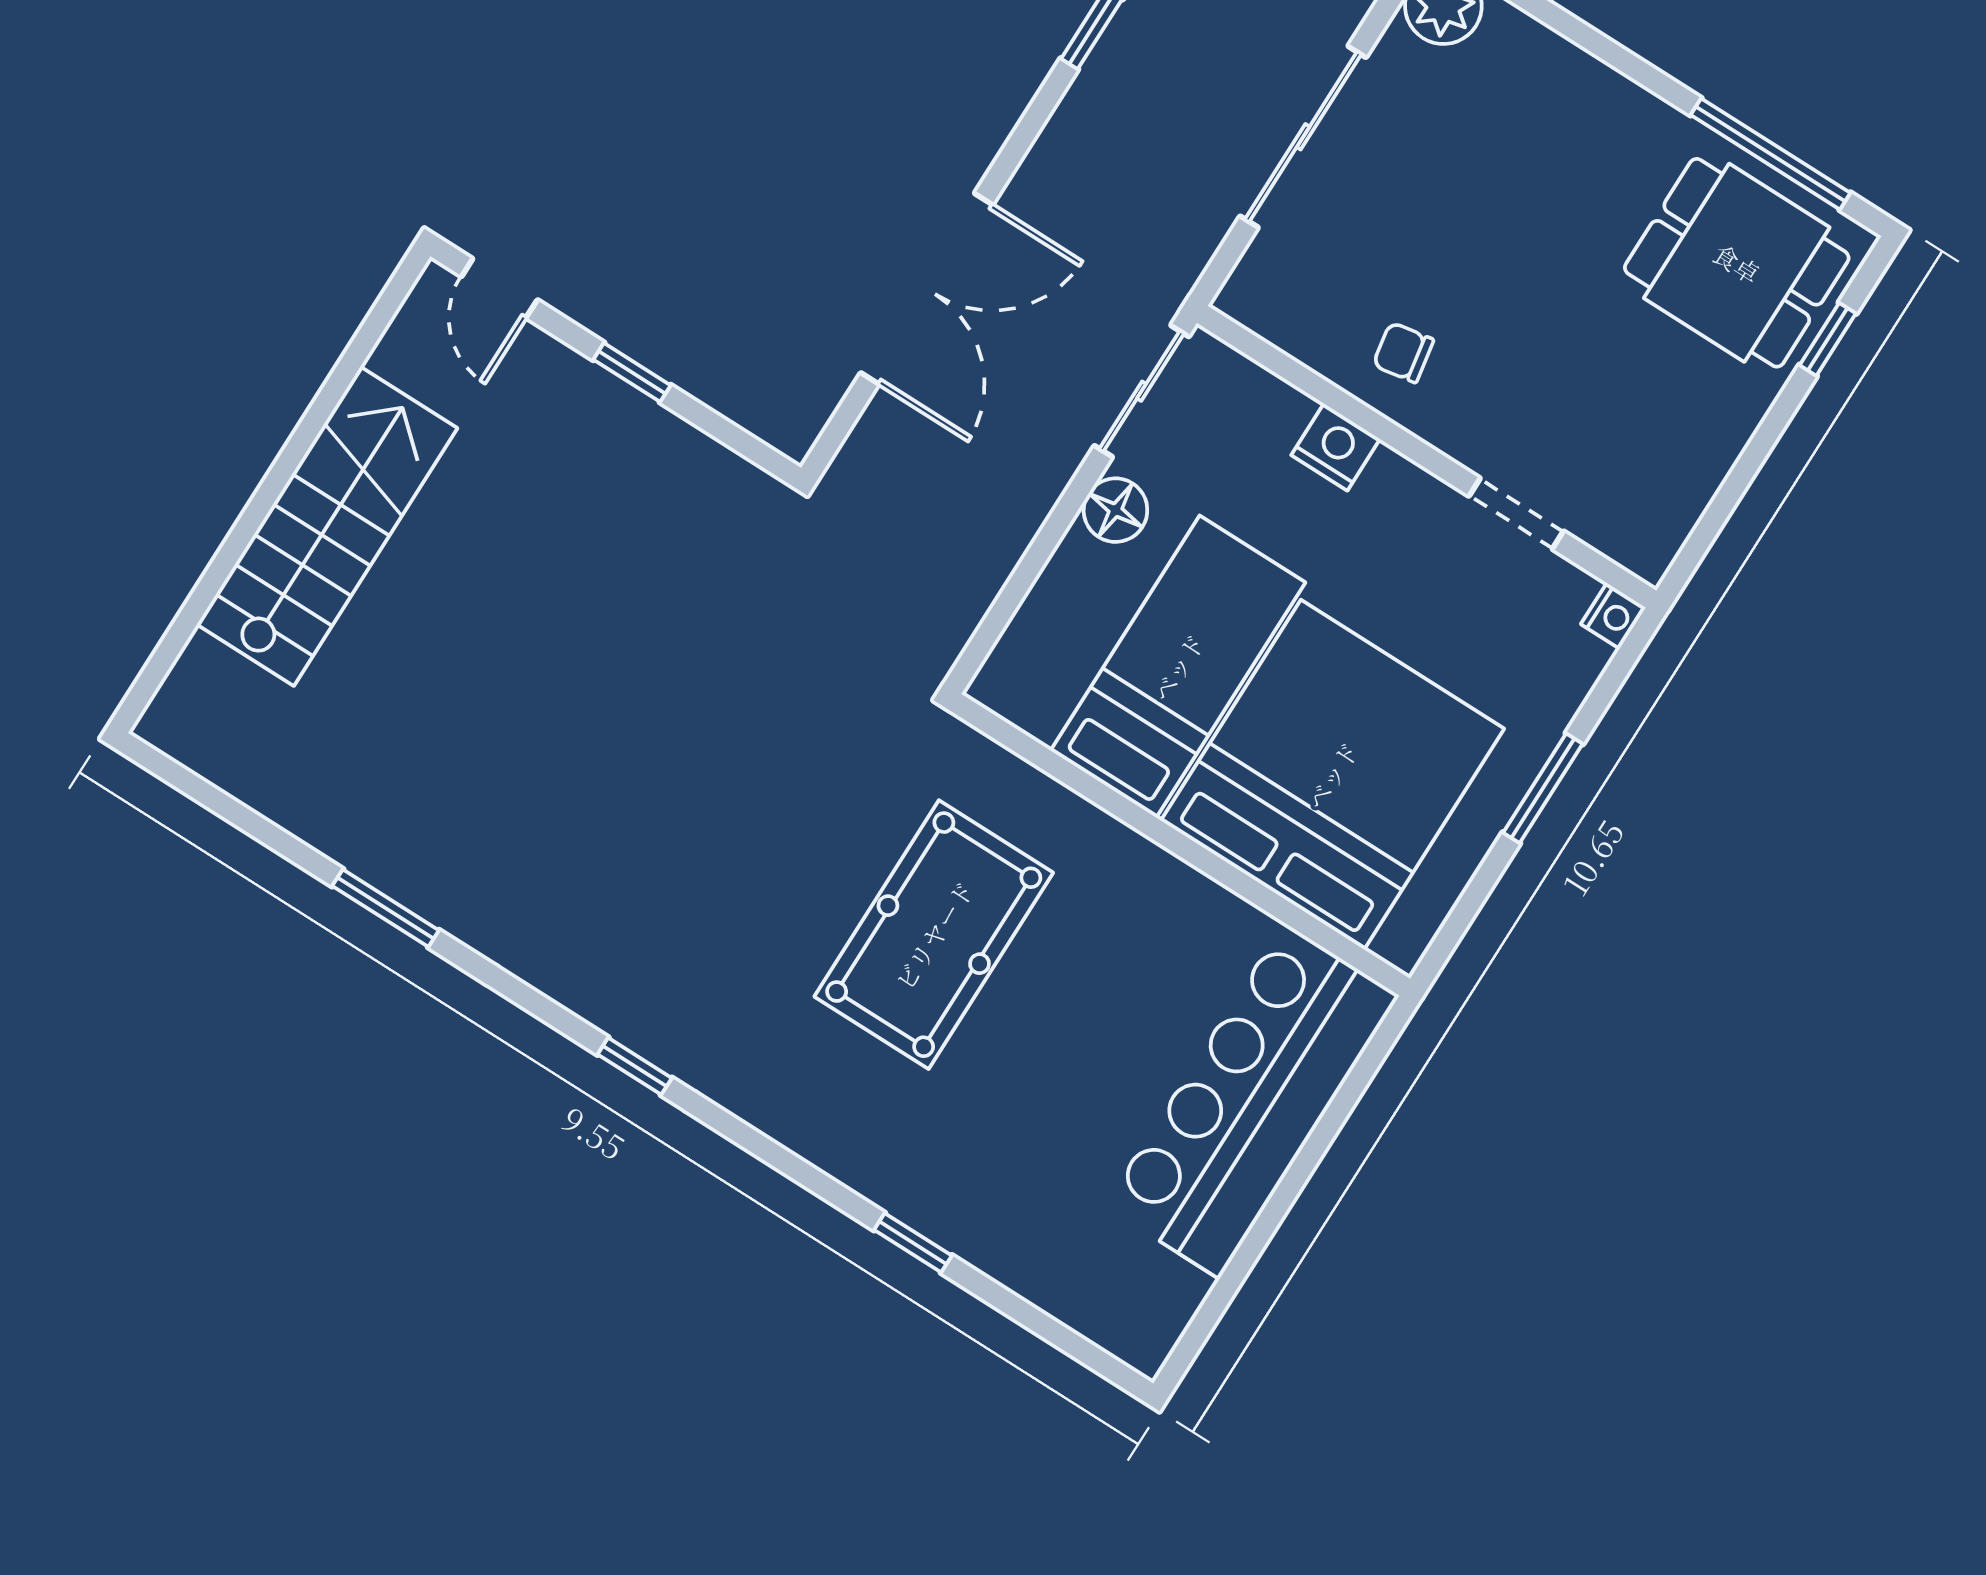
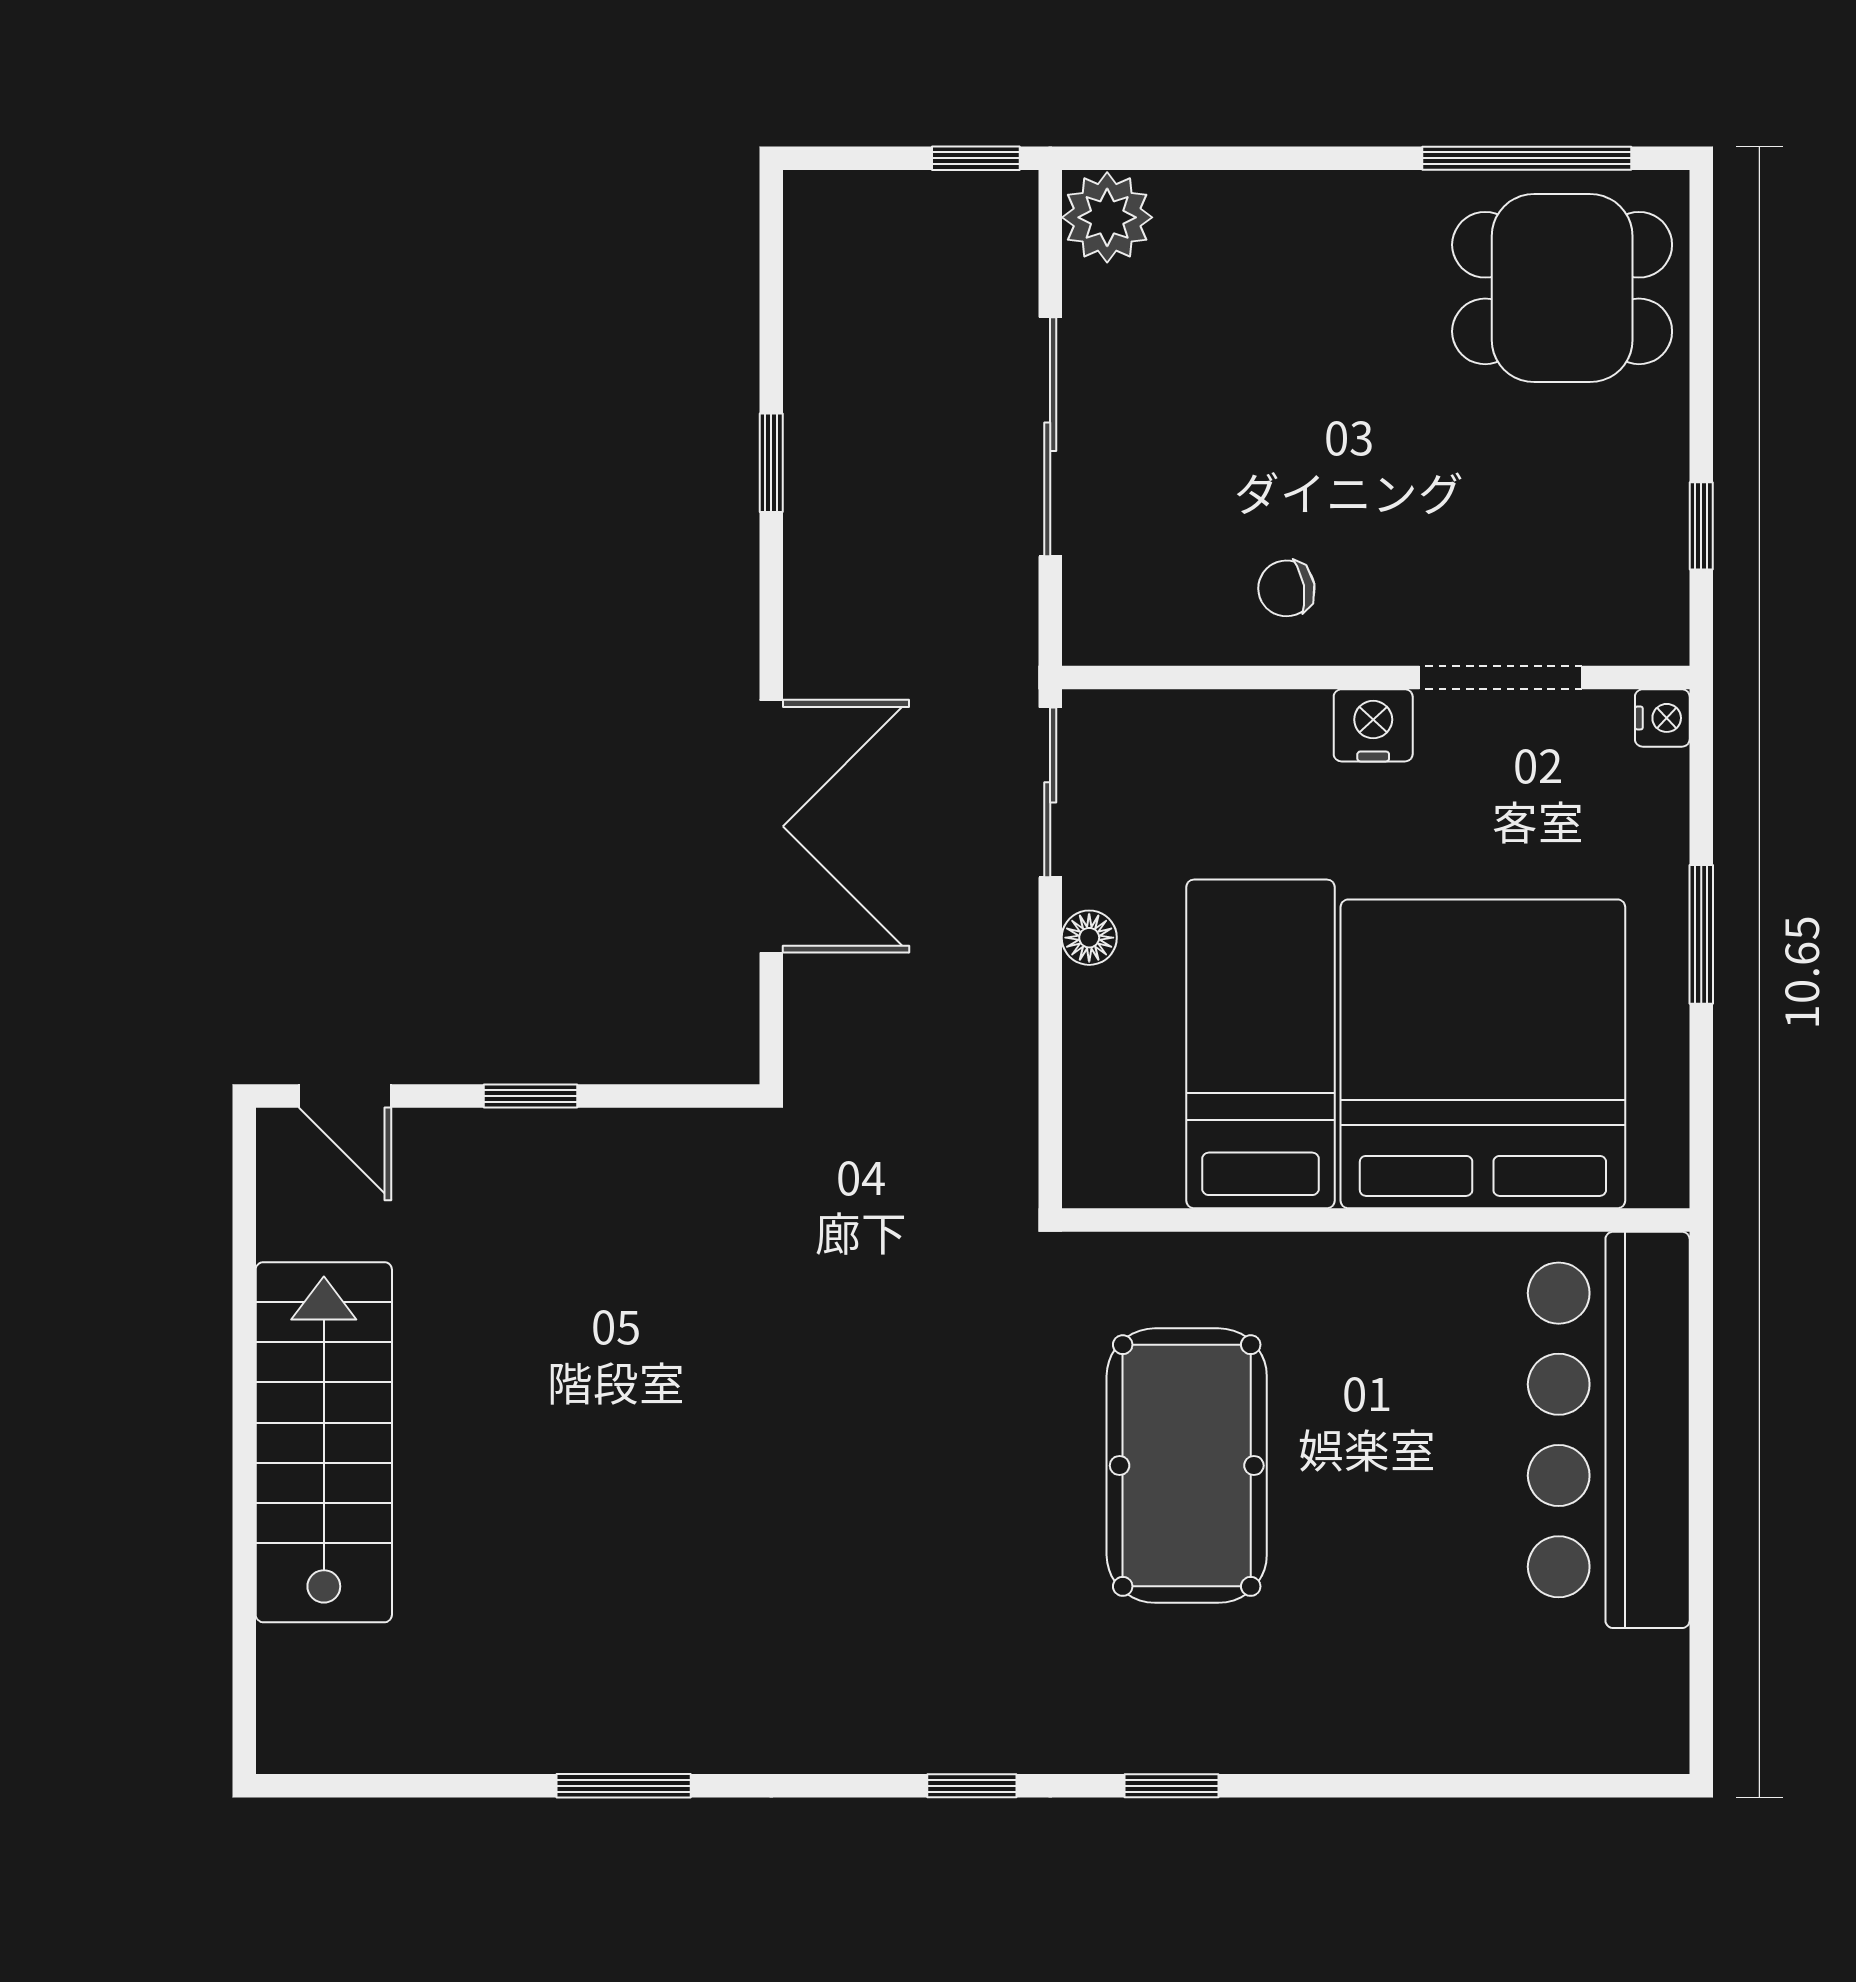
window: (1828, 339) -> (1701, 526), moved
nightstand: (1336, 447) -> (1373, 725), moved
floor lamp: (1115, 510) -> (1089, 938), width x0.73, depth x0.73
doorway: (1516, 514) -> (1501, 678), width x1.38
window: (913, 1243) -> (1171, 1786), moved

